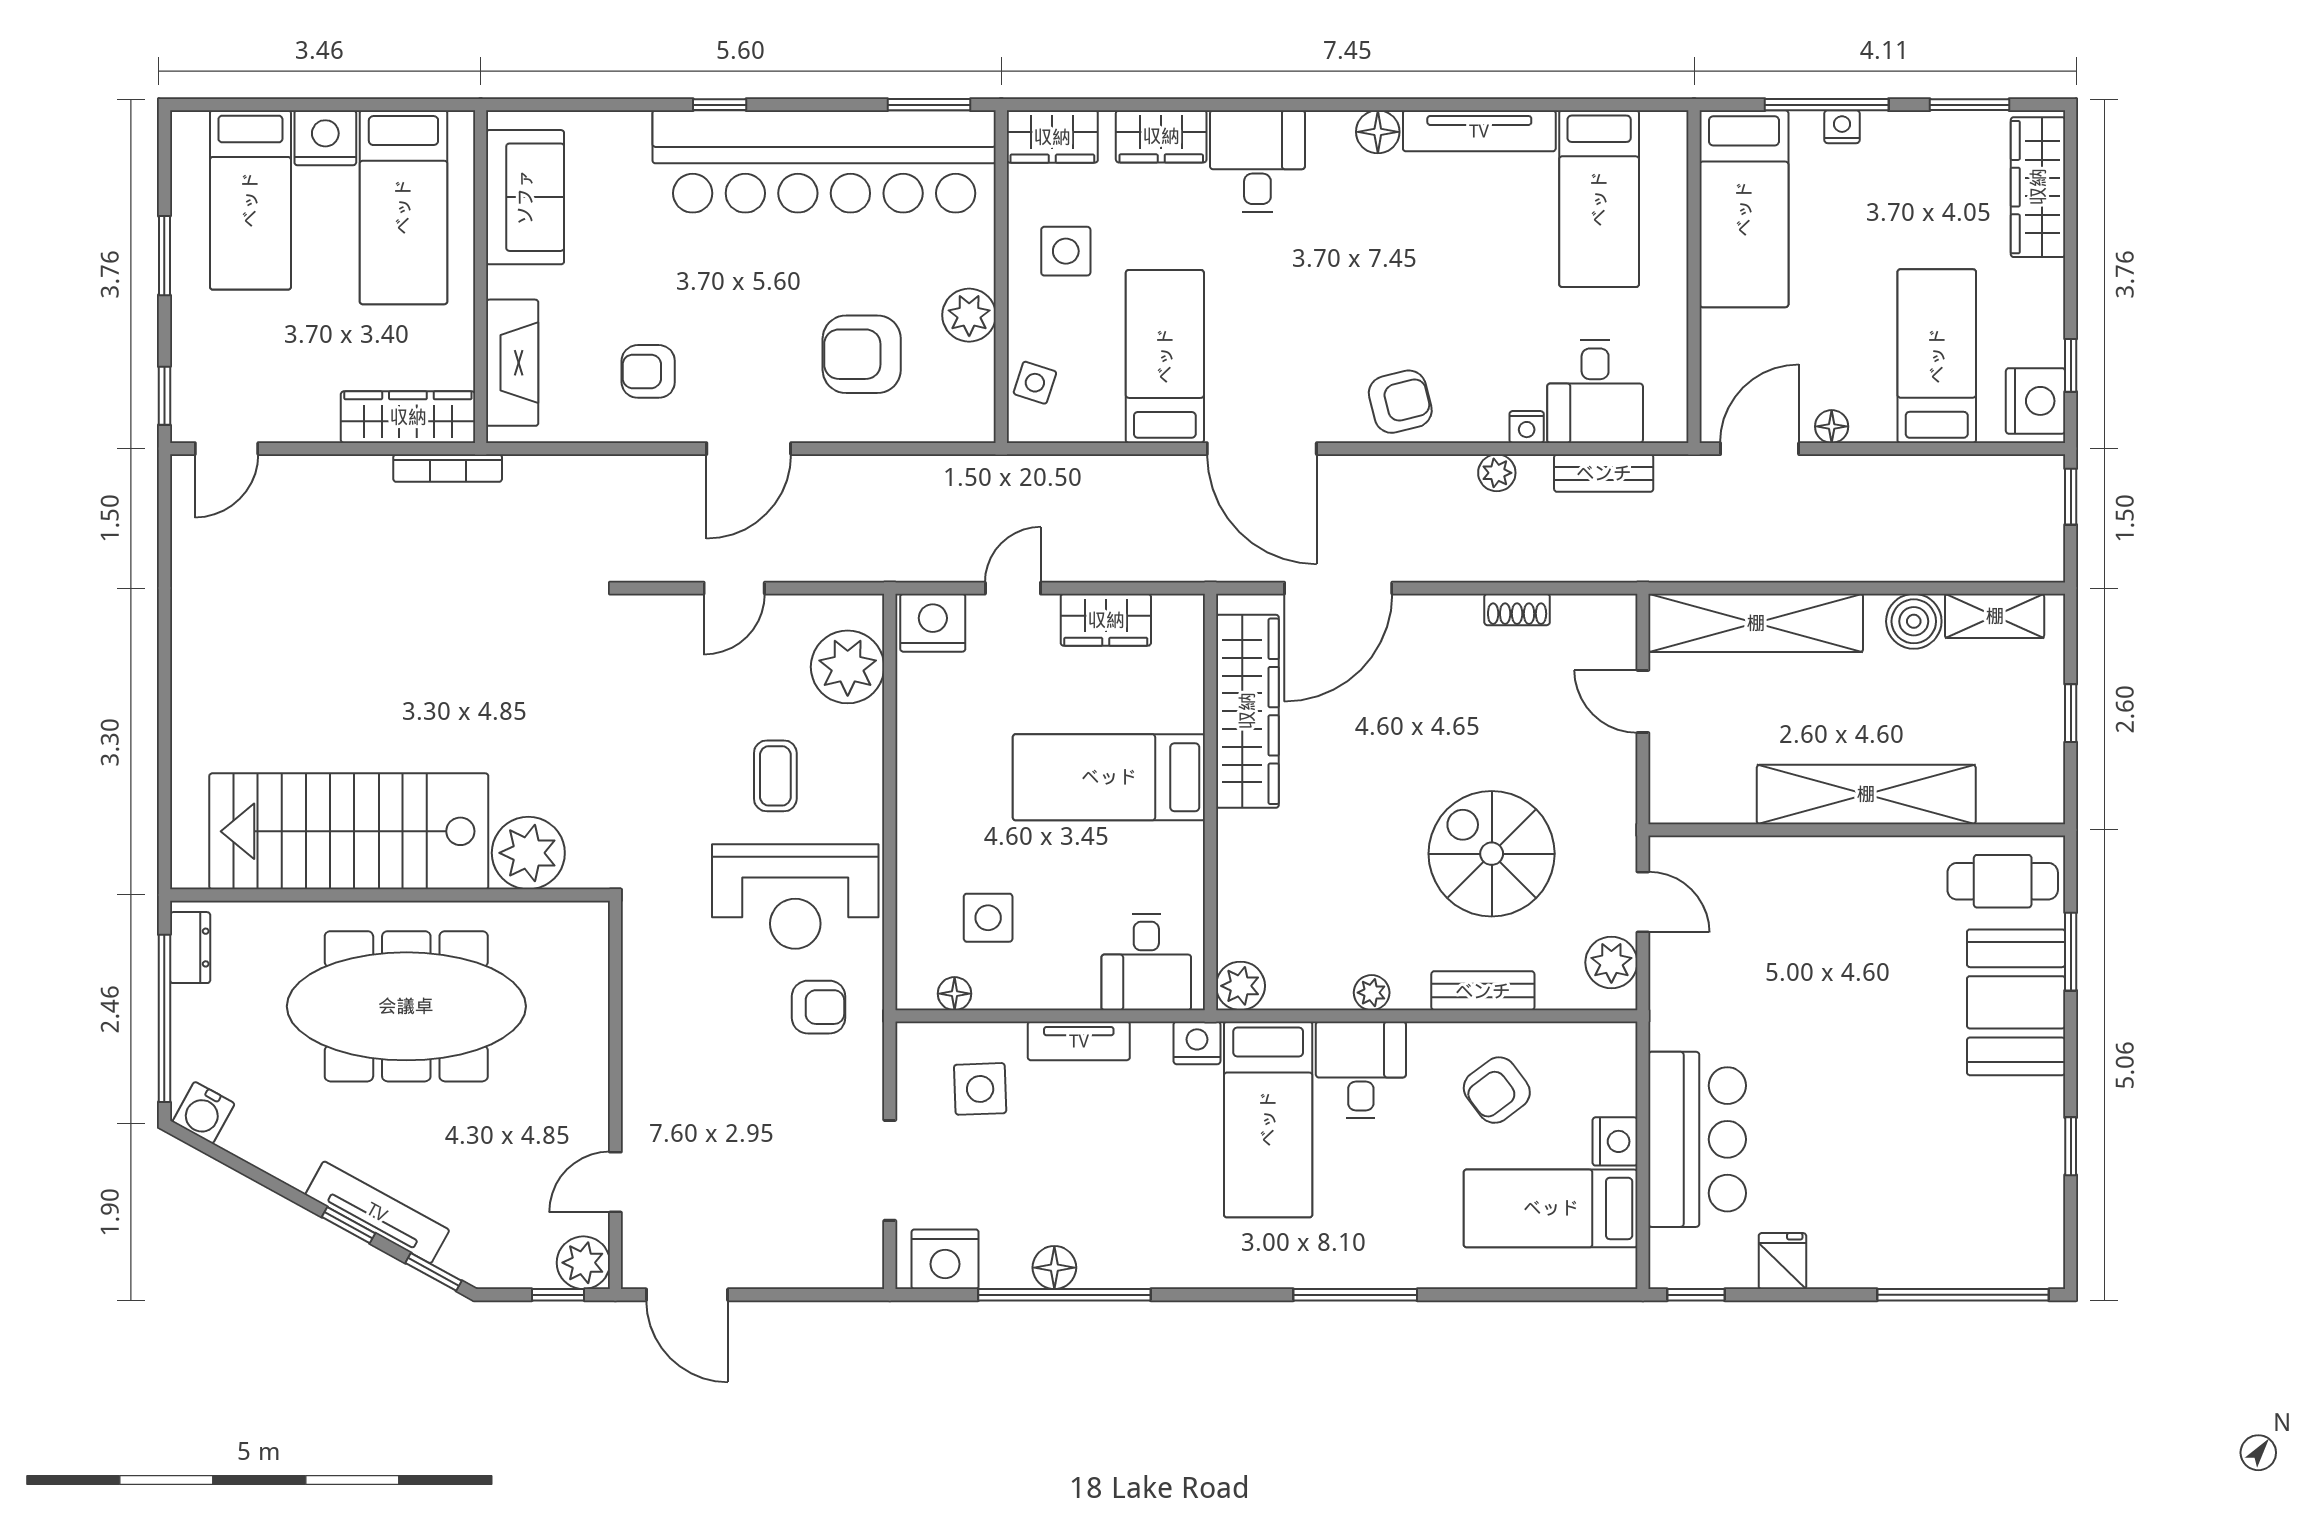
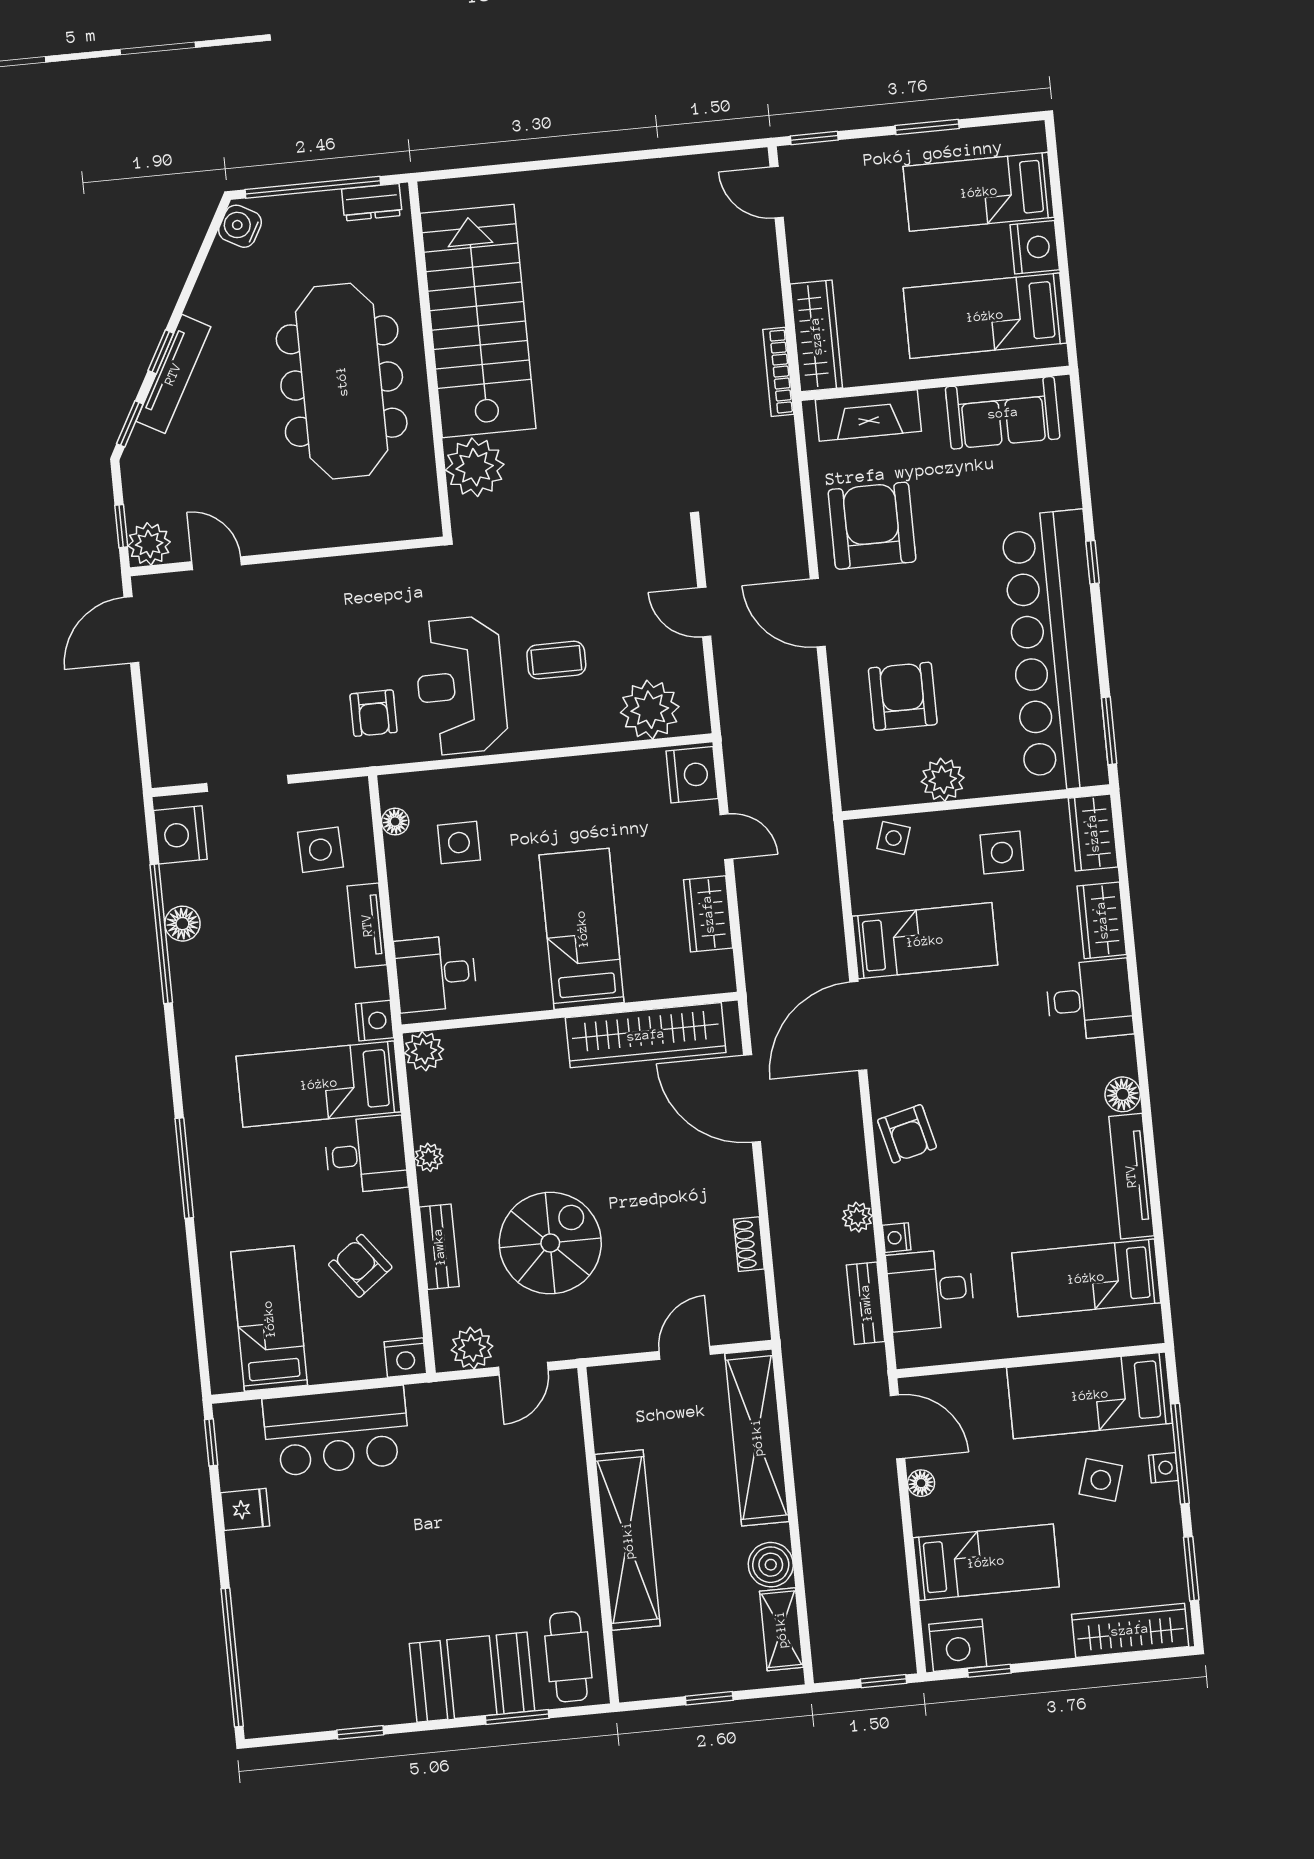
side table: (1849, 205) -> (1101, 1480), added
armchair: (648, 371) -> (872, 526), width x1.88, depth x1.88
nightstand: (1615, 1141) -> (405, 1358), moved

